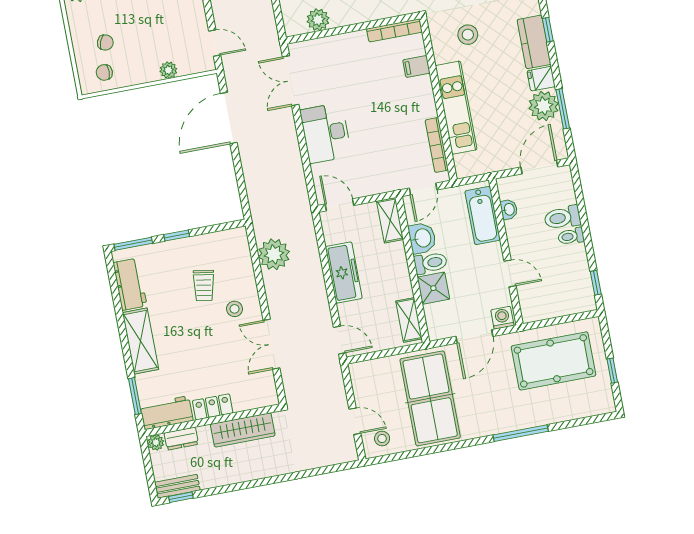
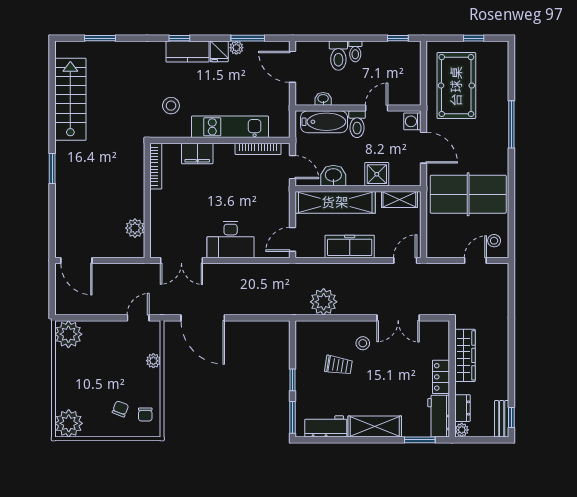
filing cabinet: (416, 66) -> (197, 153), width x2.00
plant: (544, 106) -> (236, 48), width x0.53, depth x0.53
shelving: (390, 220) -> (335, 202), width x2.20, depth x1.33
toilet: (430, 263) -> (357, 124), moved, turned 180

